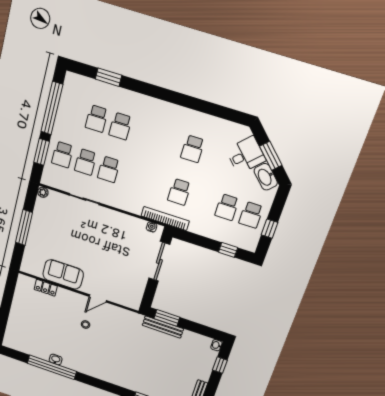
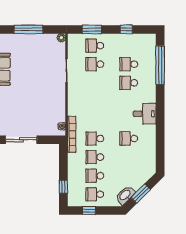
window: (109, 77) -> (160, 65), width x2.11
window: (52, 108) -> (126, 29), width x0.32
desk: (246, 155) -> (145, 114), moved, turned -45
school desk: (109, 169) -> (95, 157), moved
sliding door: (159, 261) -> (21, 140), moved

